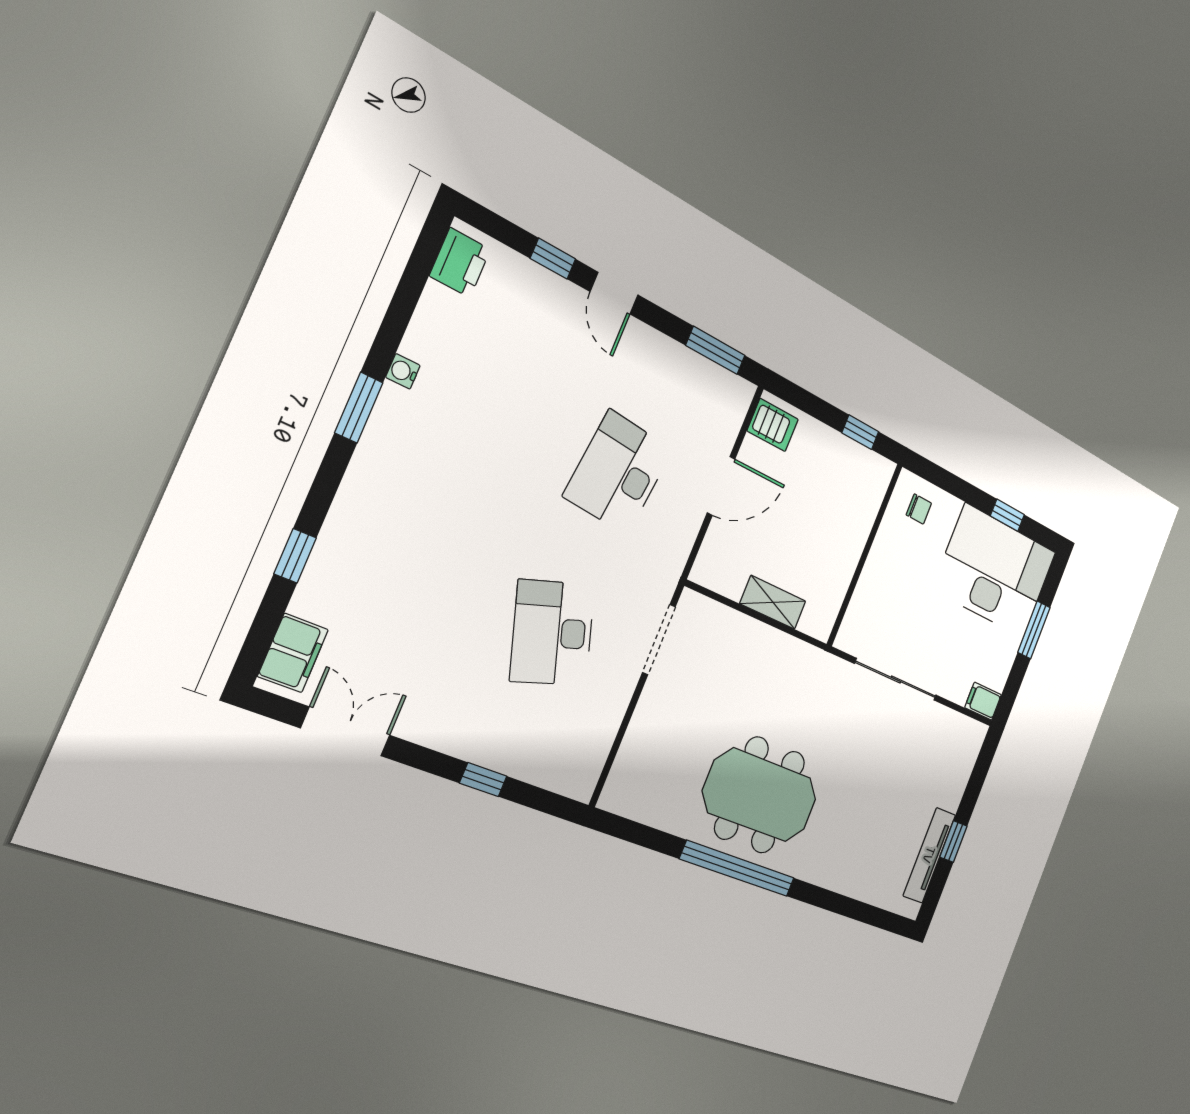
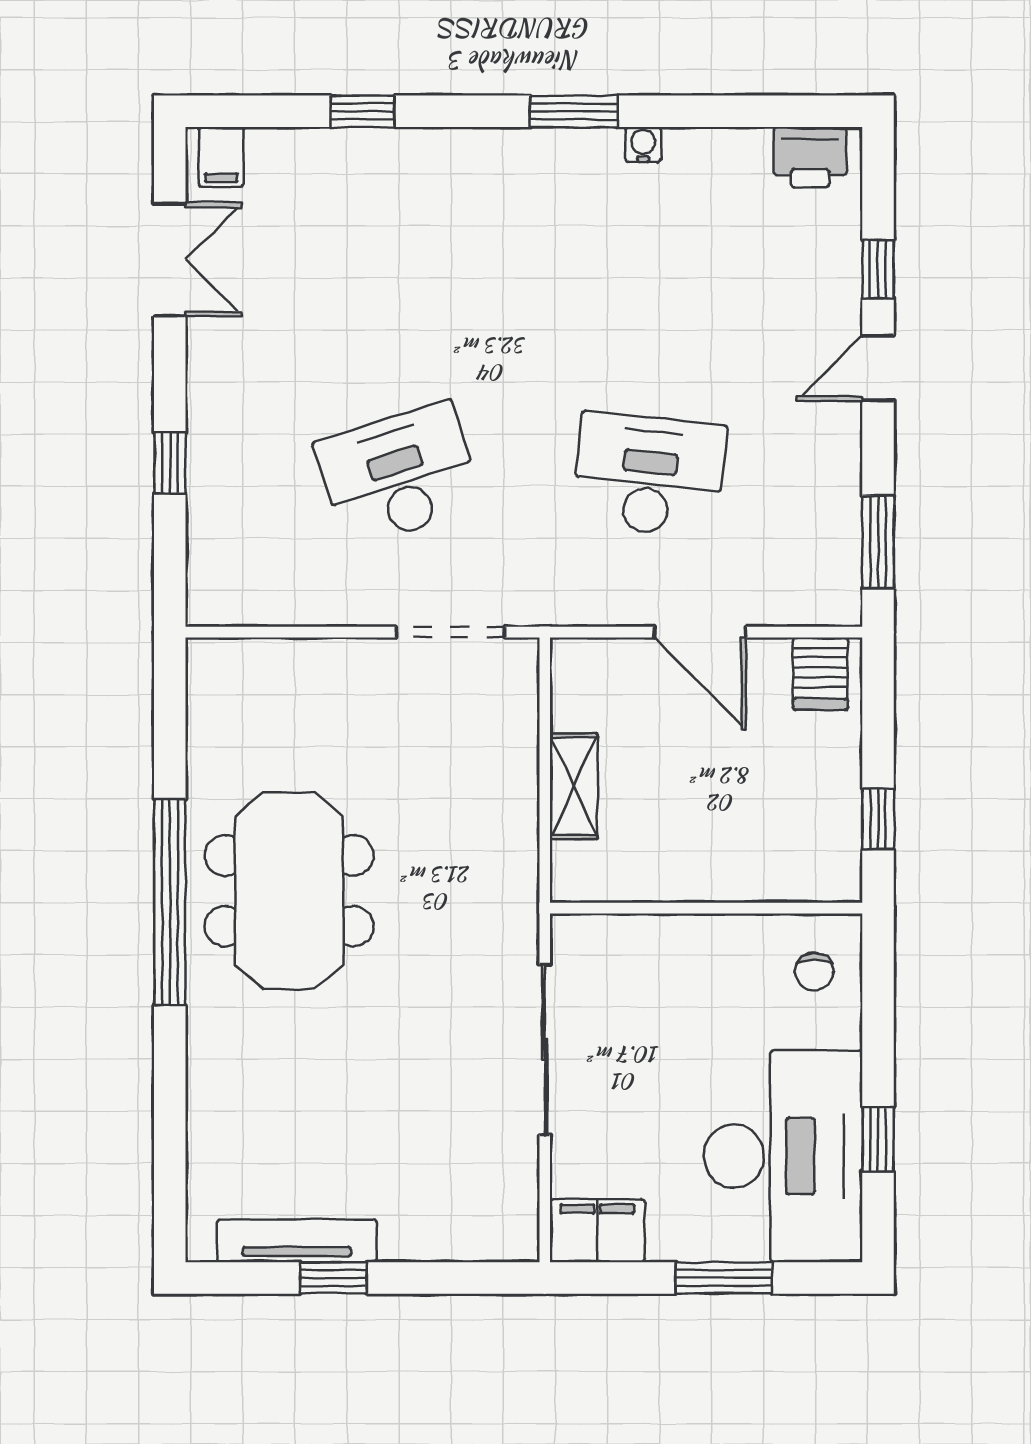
filing cabinet: (293, 653) -> (221, 157), width x0.50
filing cabinet: (983, 701) -> (597, 1231), width x2.00

